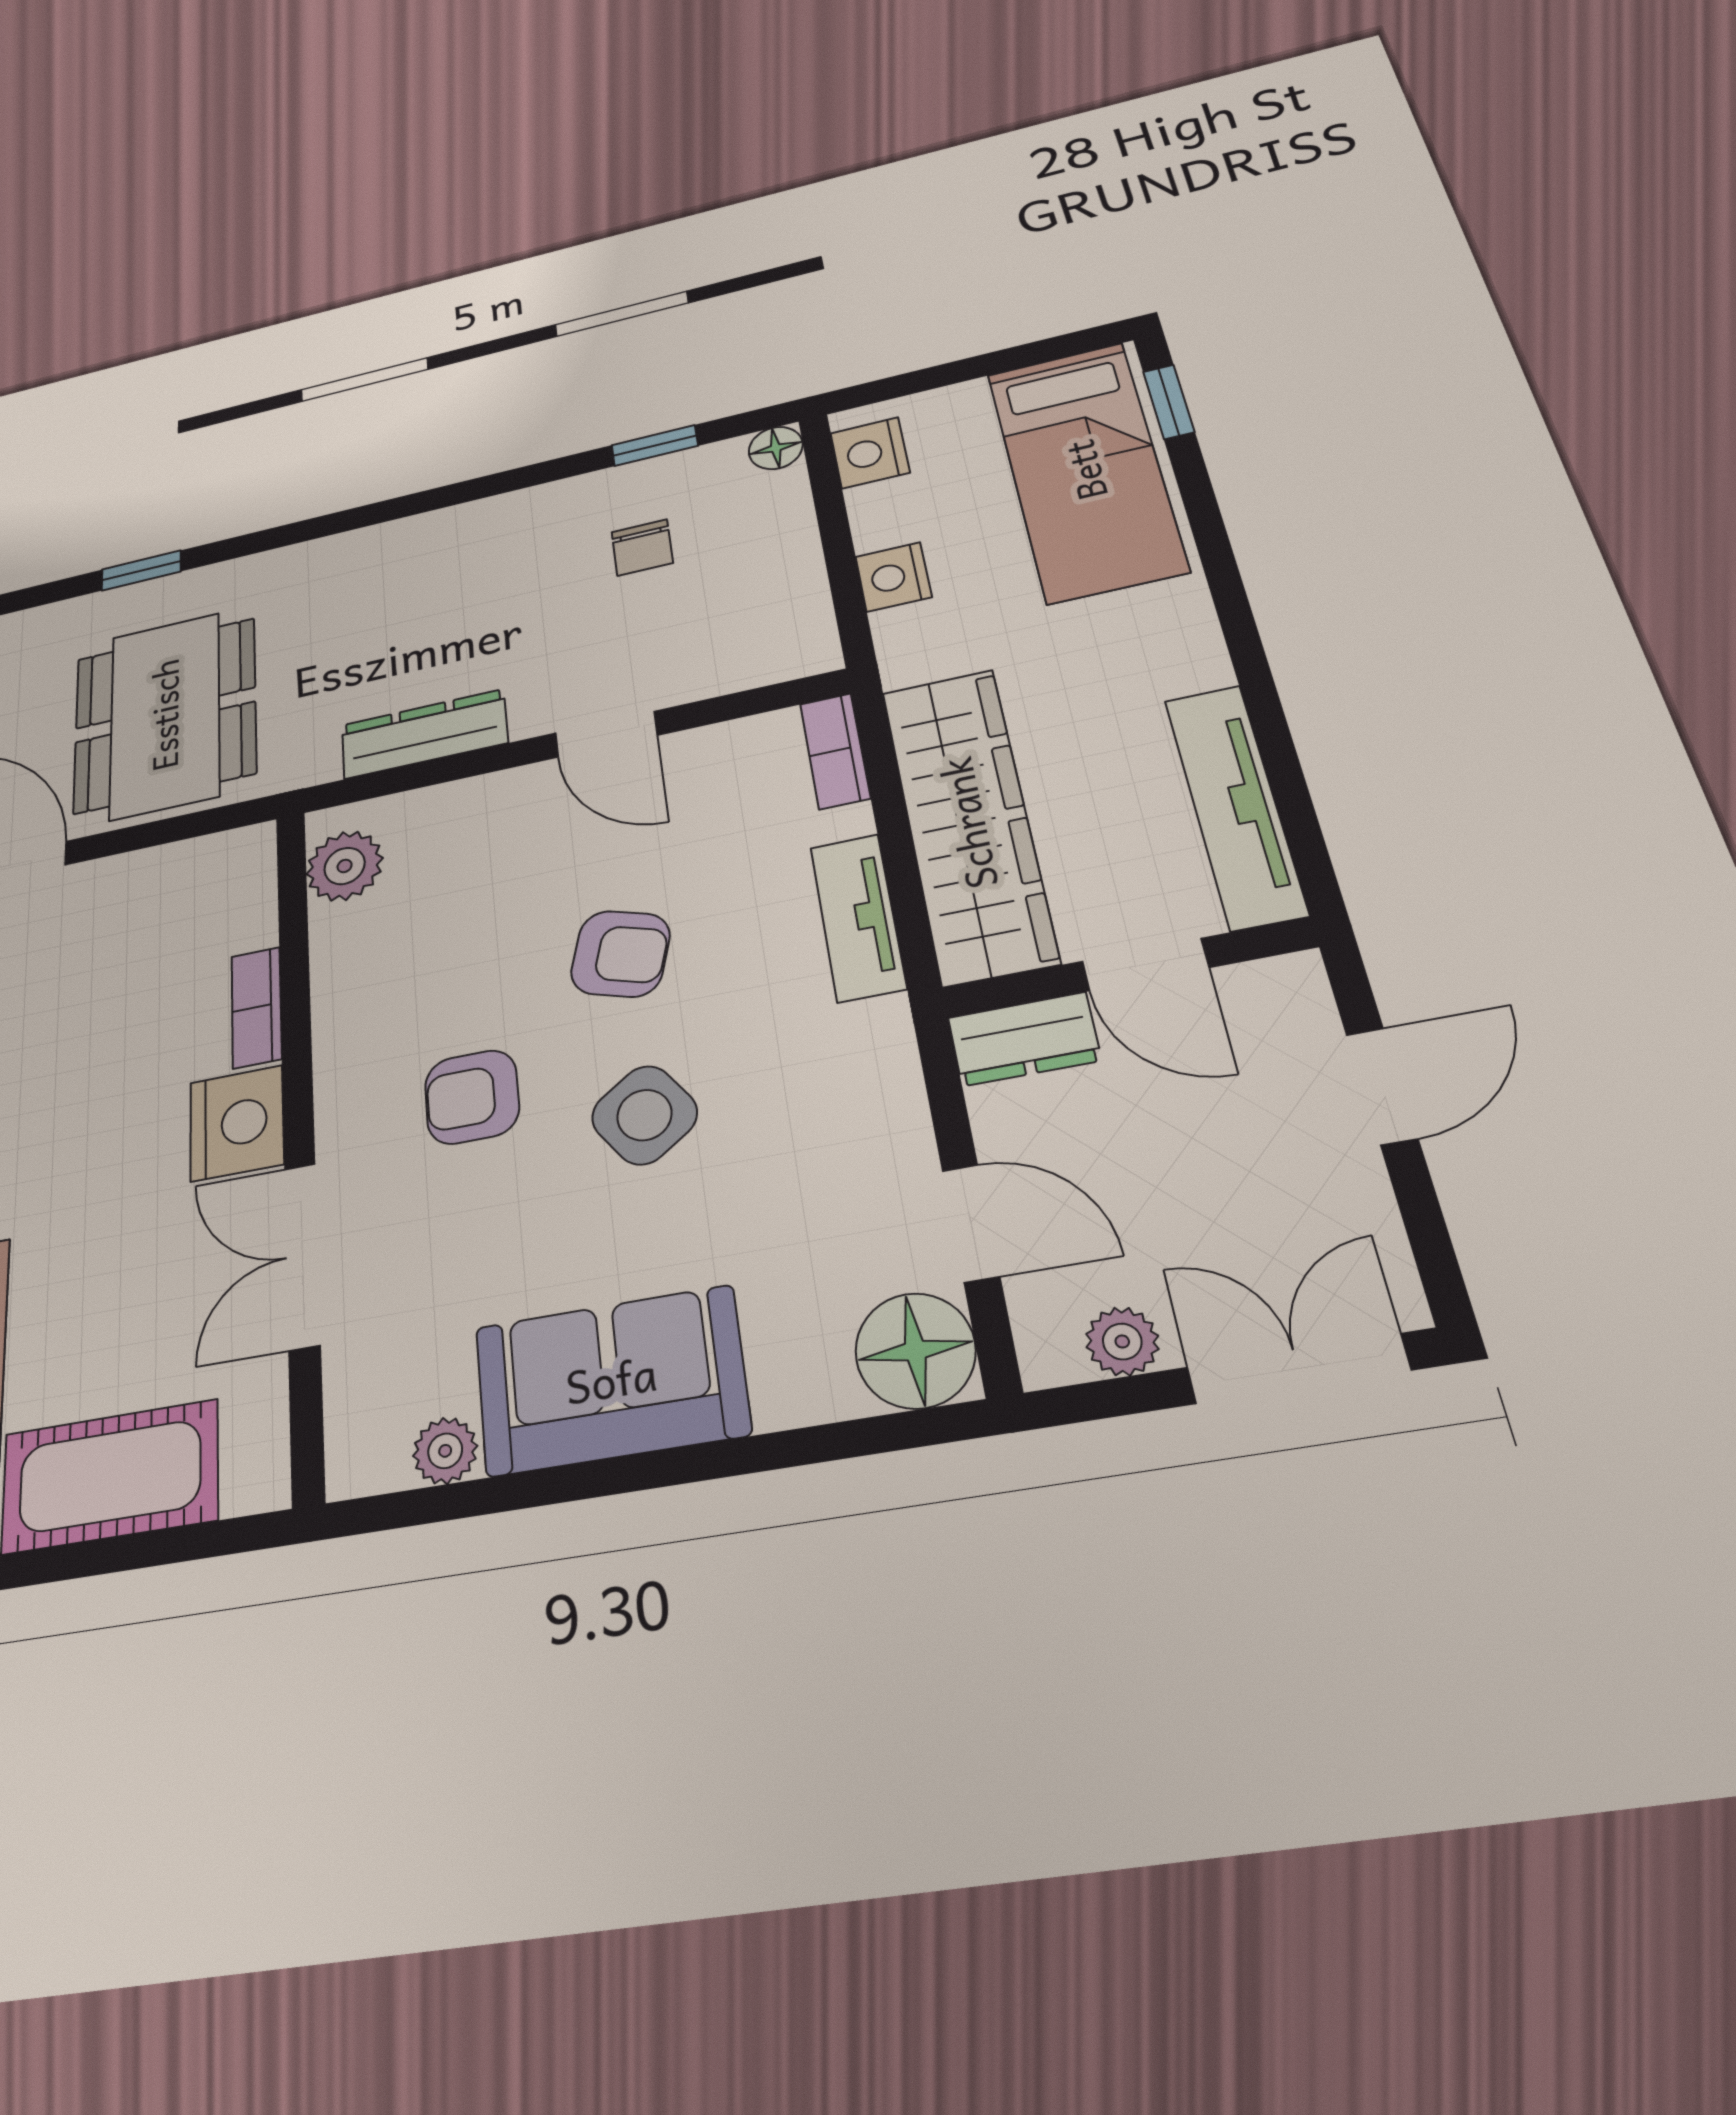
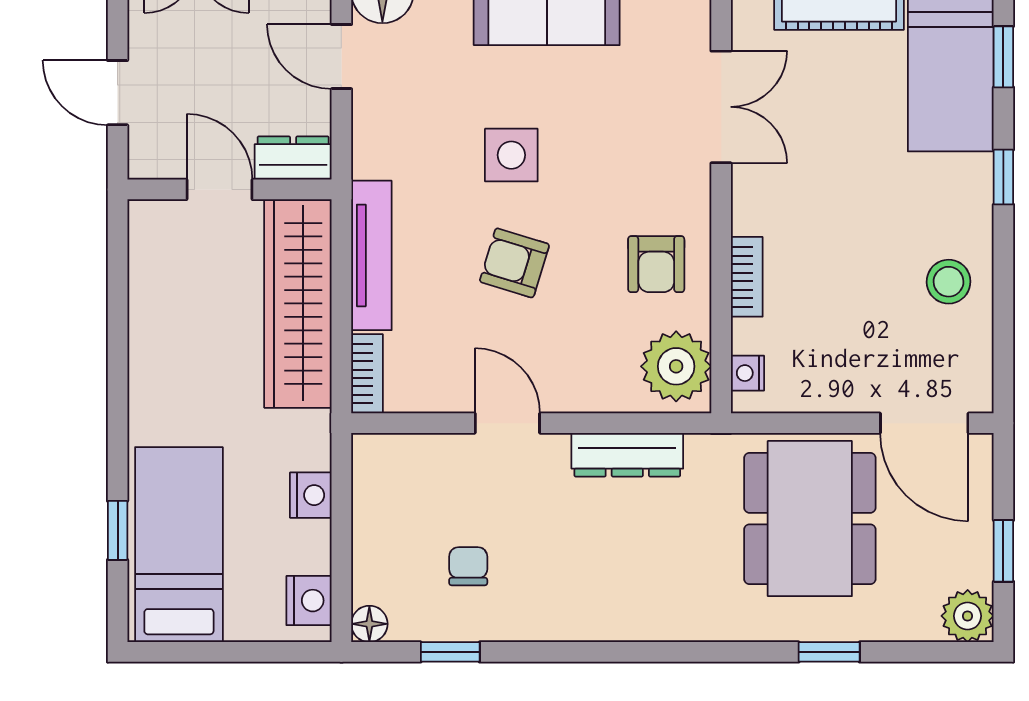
window: (1169, 402) -> (118, 530), moved
tv unit: (1235, 805) -> (149, 279), removed
plant: (345, 866) -> (676, 366), width x1.36, depth x1.36
tv unit: (858, 917) -> (371, 255), width x1.41
door: (1382, 1086) -> (118, 93), hinge flipped
armchair: (472, 1097) -> (656, 264), moved, turned 90
side table: (644, 1115) -> (511, 155), turned 35
nightstand: (237, 1123) -> (747, 373), moved, width x0.53, depth x0.56

